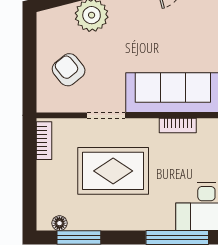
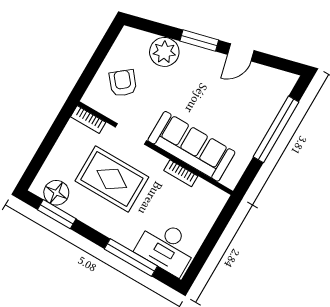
bookcase: (44, 141) -> (88, 119), moved, turned 90
floor lamp: (59, 223) -> (56, 193), width x1.89, depth x1.89

